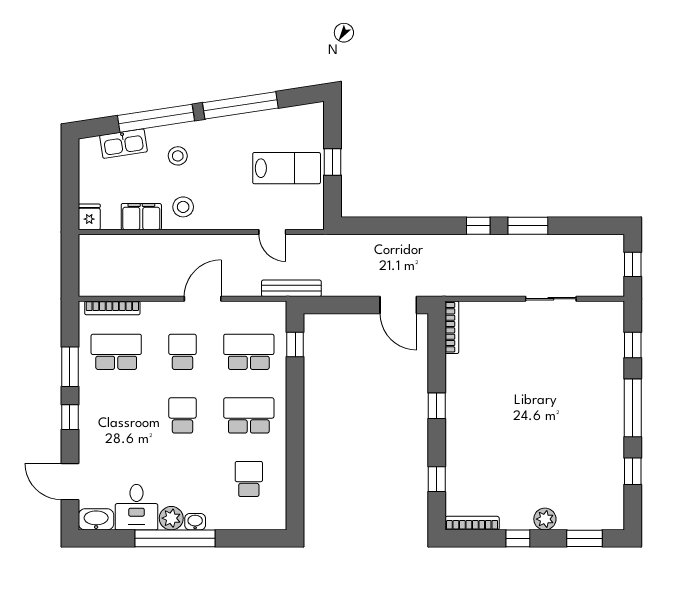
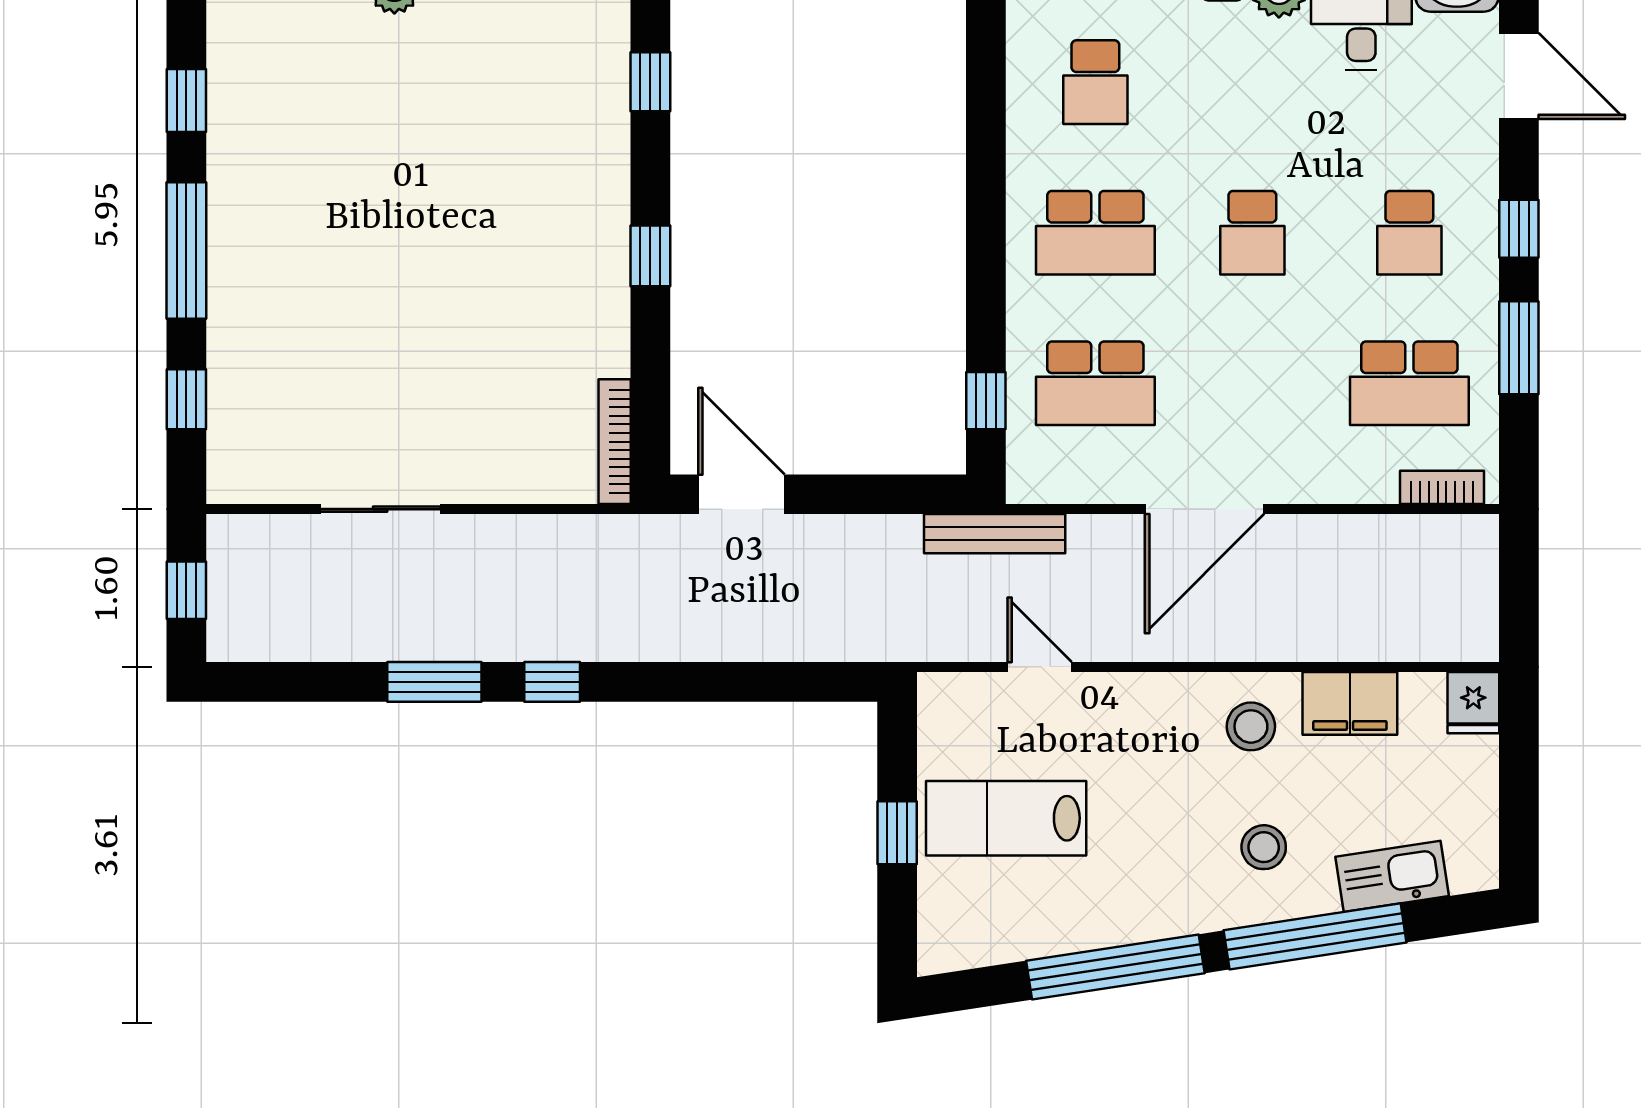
door: (203, 299) -> (1205, 509), width x1.36
bookcase: (112, 308) -> (1442, 487), width x0.64
school desk: (183, 352) -> (1409, 233), moved

